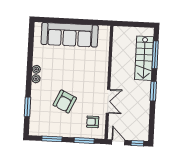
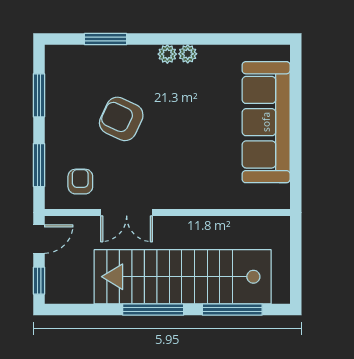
stairs: (144, 58) -> (183, 277), width x1.86, depth x1.51
window: (153, 91) -> (153, 309), width x1.44

